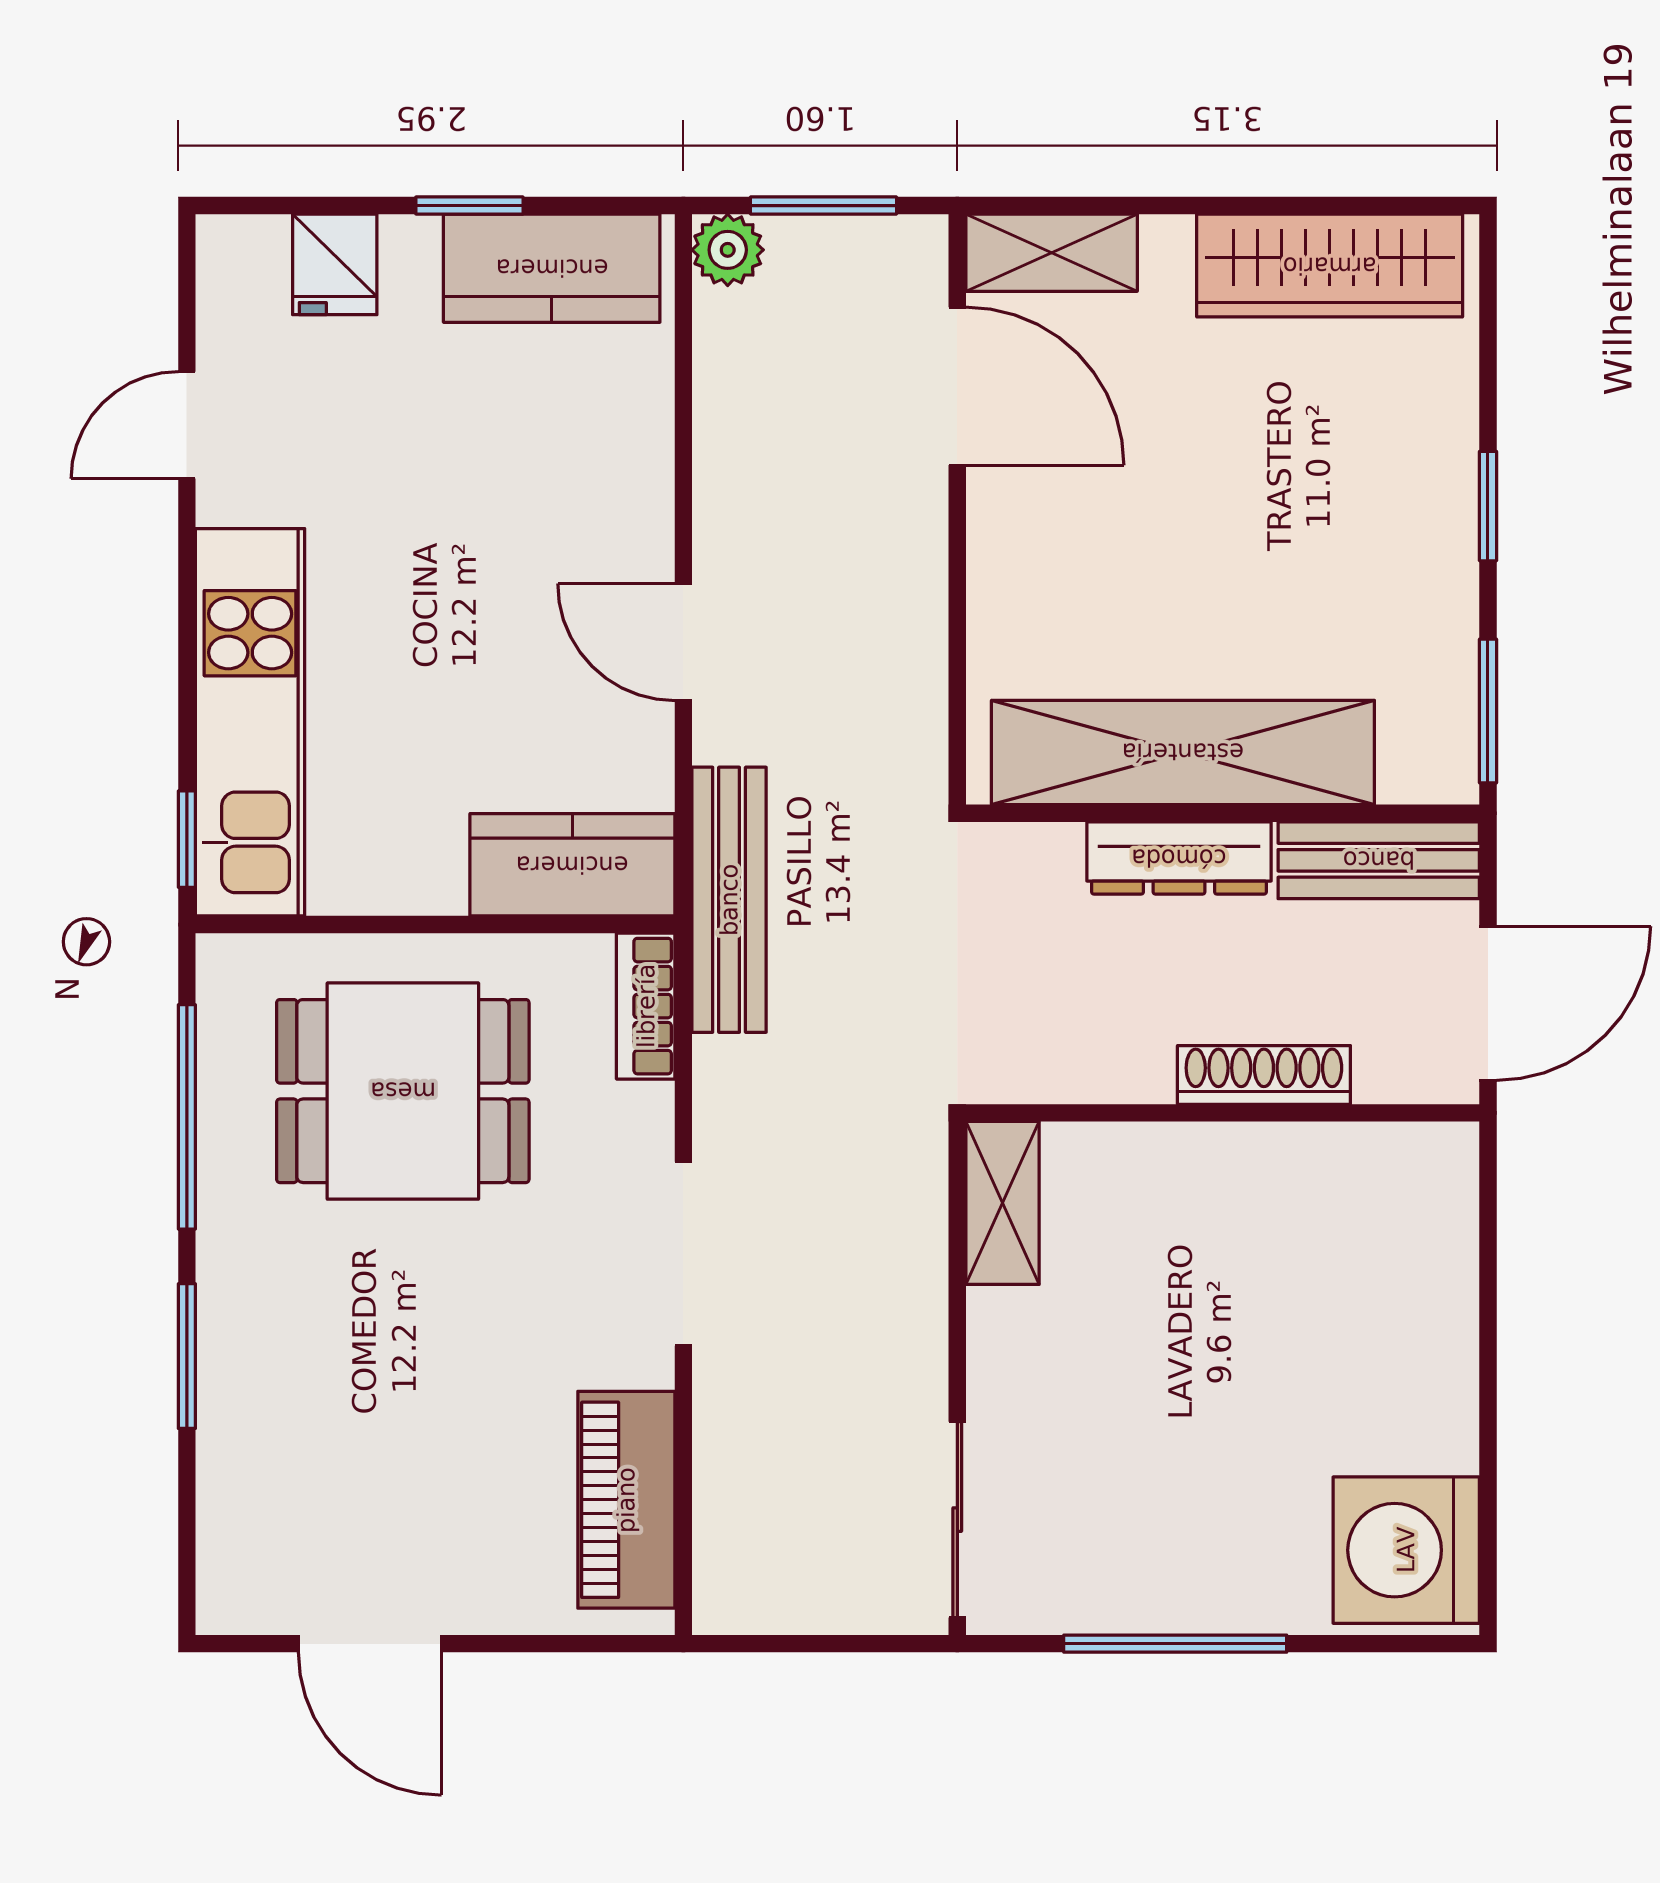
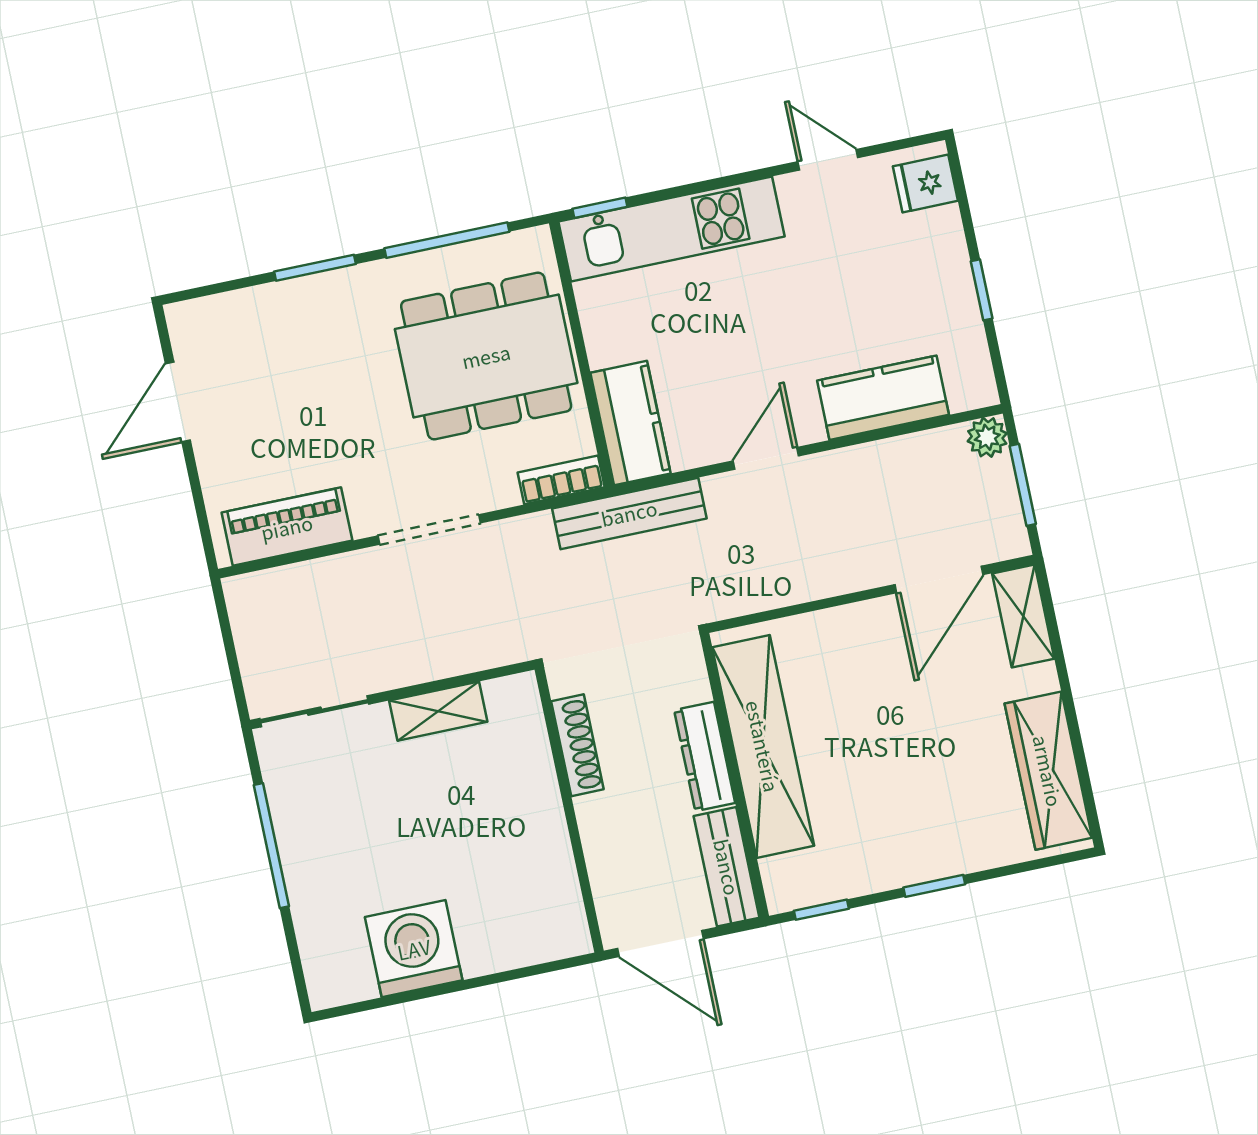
fridge: (335, 264) -> (925, 184), moved
kitchen counter: (552, 268) -> (883, 398), moved, turned 90
window: (1488, 711) -> (821, 910), width x0.67
shoe rack: (1264, 1075) -> (577, 745), moved
dining table: (403, 1091) -> (486, 356), width x1.38
shelving: (1003, 1203) -> (438, 711), moved
washing machine: (1406, 1550) -> (414, 949), moved

